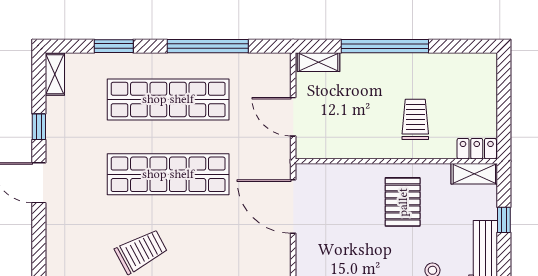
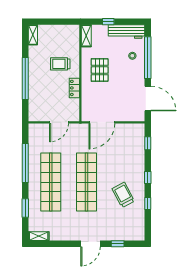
shelving: (319, 62) -> (33, 35), moved
window: (39, 127) -> (118, 244), moved
locker: (477, 149) -> (74, 88), moved
pallet: (403, 202) -> (100, 70), turned 90

